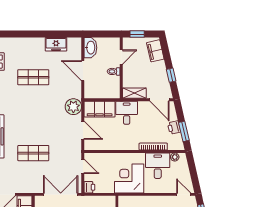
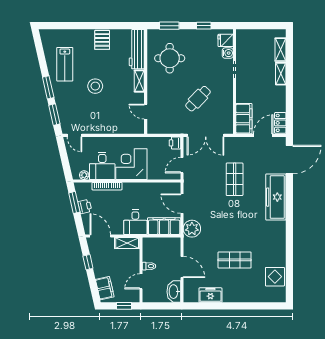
shop shelf: (33, 153) -> (235, 179), turned 90
door: (83, 166) -> (182, 165), hinge flipped
corner desk: (129, 179) -> (131, 164), moved, turned 180

